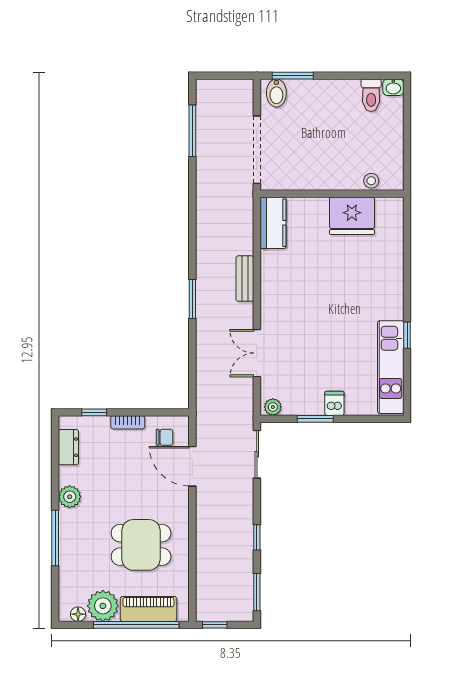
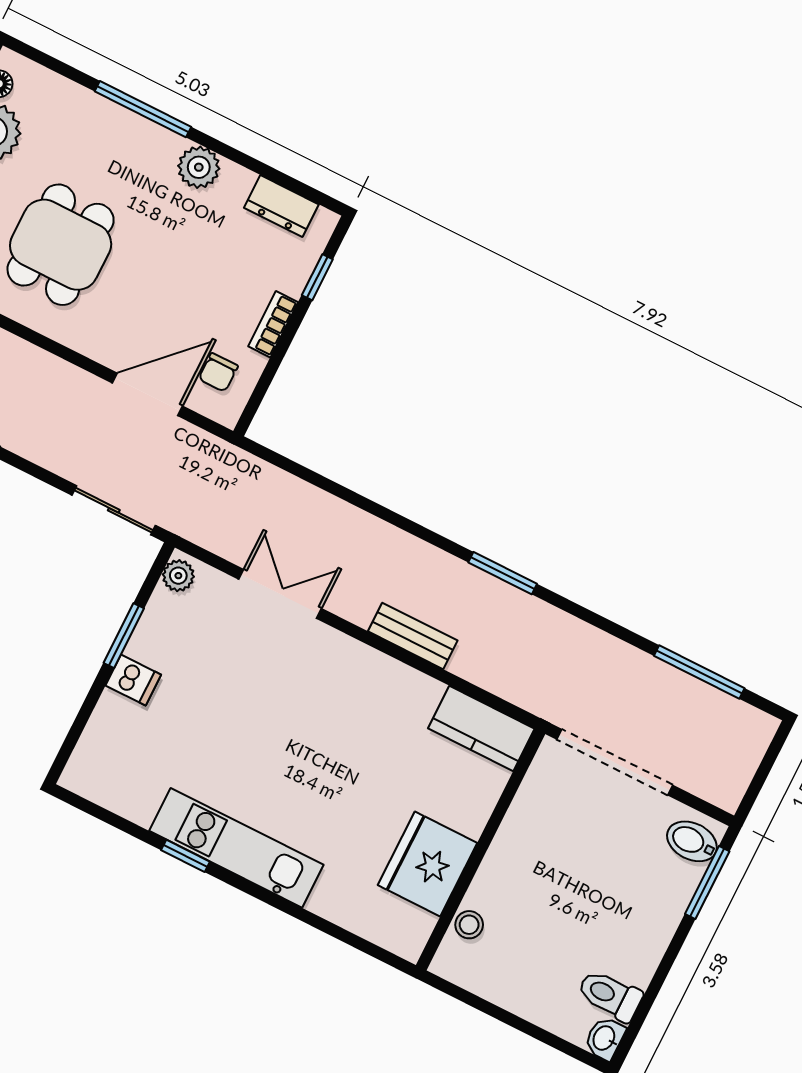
window: (192, 299) -> (503, 573), moved
kitchen unit: (391, 367) -> (236, 848), moved

